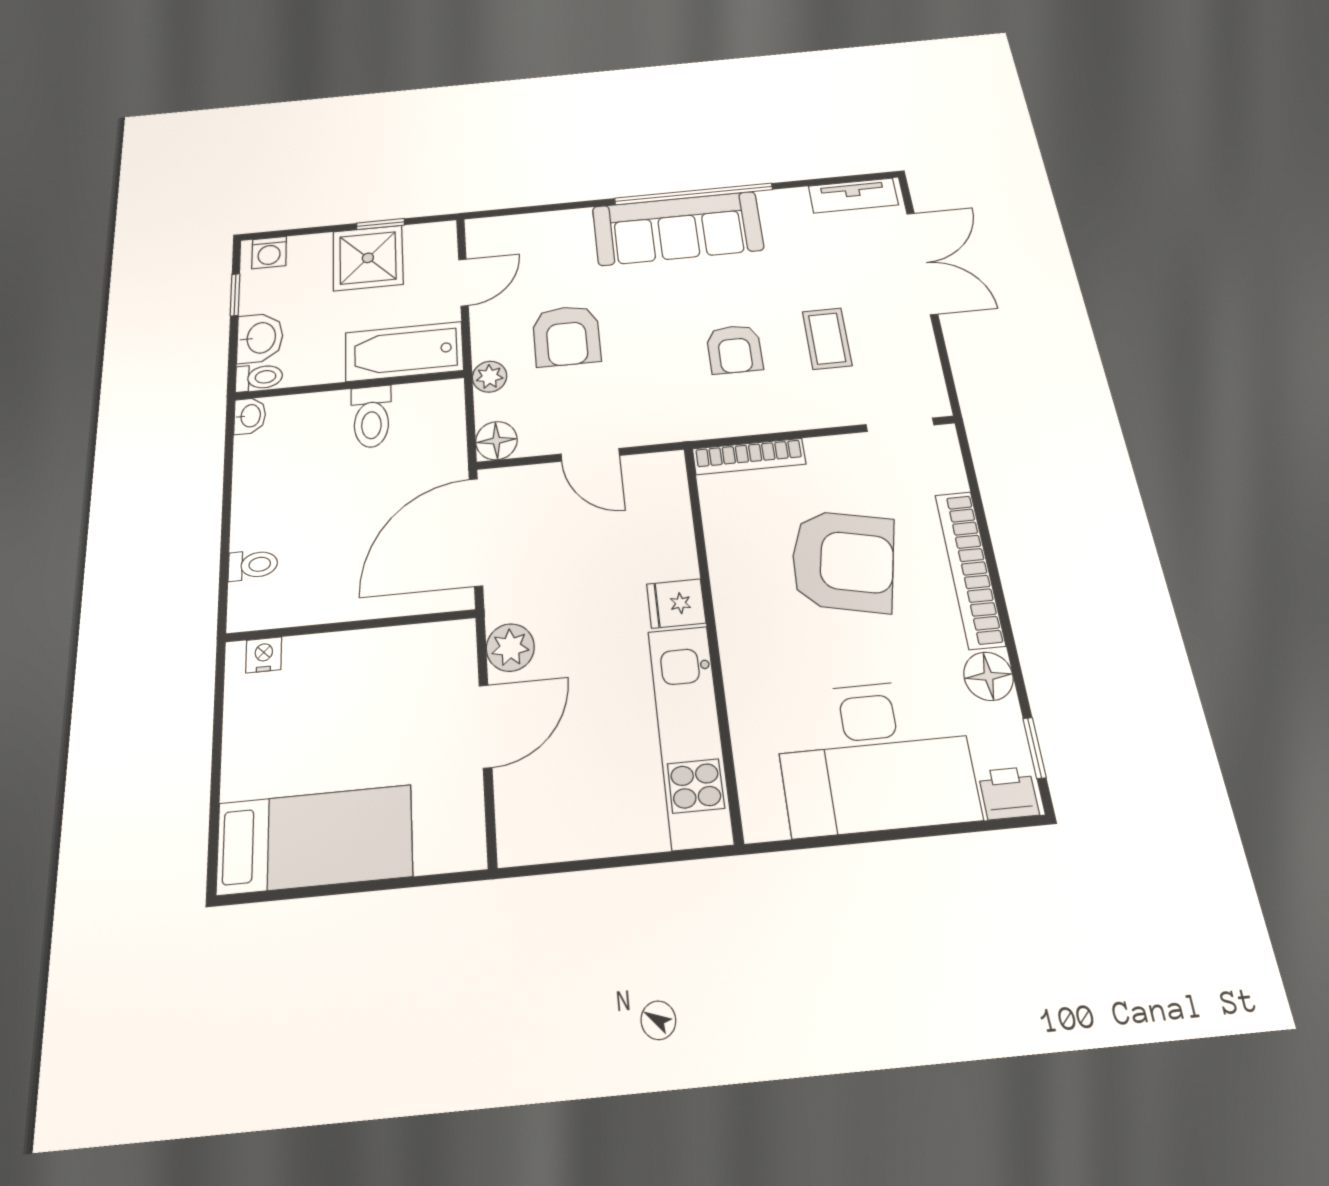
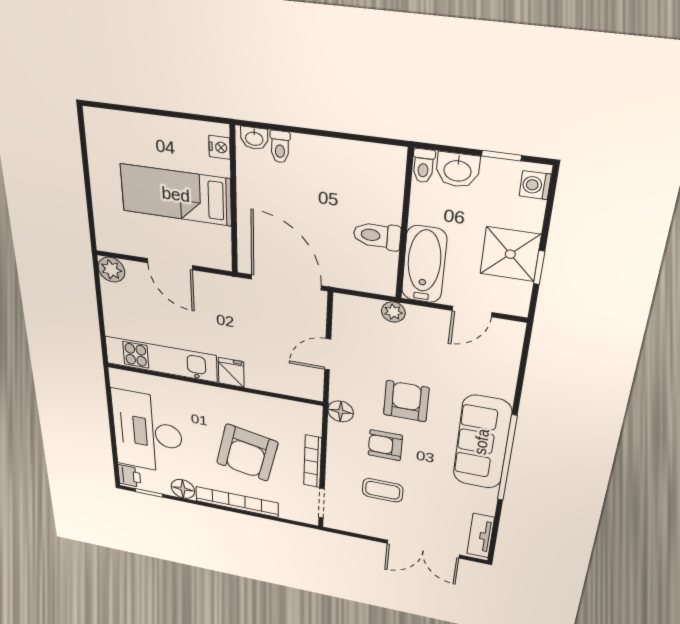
door: (463, 283) -> (472, 312), hinge flipped
armchair: (566, 336) -> (406, 401), moved, turned 90
washbasin: (250, 416) -> (254, 138), moved
floor lamp: (496, 441) -> (341, 411), moved
bookcase: (749, 456) -> (313, 461), moved
plant: (510, 648) -> (111, 270), moved
bed: (315, 840) -> (176, 195), moved, turned 90

